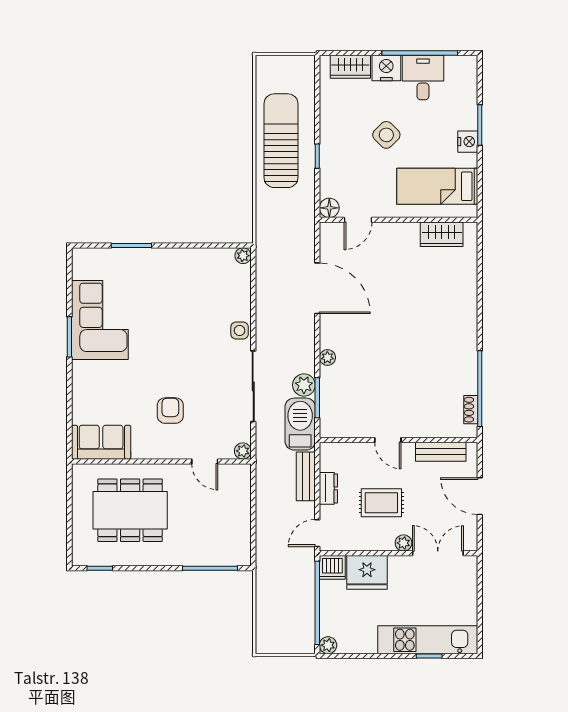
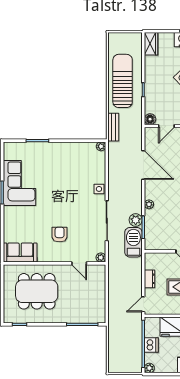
wardrobe: (350, 67) -> (151, 44), moved, turned -90
bench: (306, 476) -> (113, 127), moved
dishwasher: (332, 567) -> (151, 345), moved, turned -90

